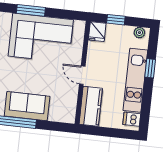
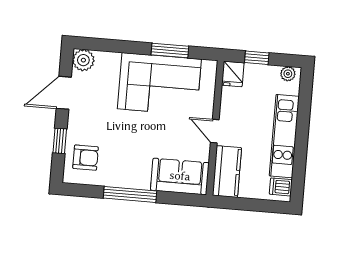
window: (31, 10) -> (170, 51), moved
window: (150, 68) -> (303, 120), removed
sofa: (27, 106) -> (180, 176), moved

